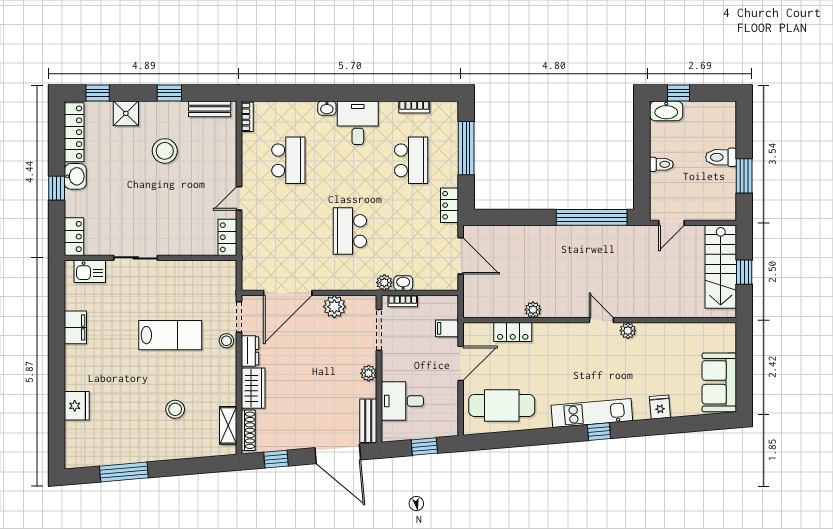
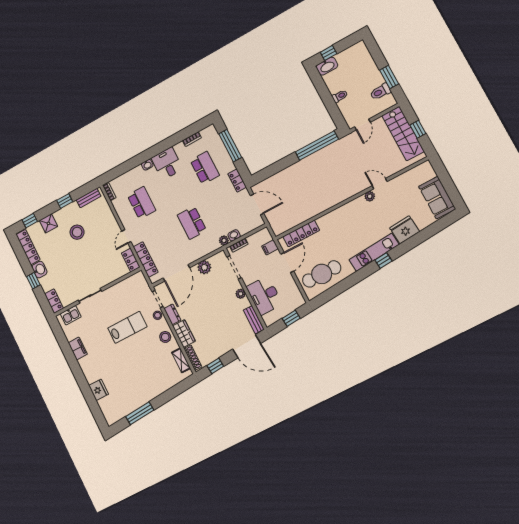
toilet: (721, 157) -> (380, 92), moved
locker: (251, 248) -> (146, 260), added
plant: (533, 310) -> (311, 213), removed
door: (601, 320) -> (380, 184), moved
locker: (513, 332) -> (301, 233), width x1.53
desk: (402, 401) -> (264, 296), width x1.37
fridge: (660, 407) -> (405, 230), width x1.88, depth x1.34
stool: (175, 409) -> (165, 337), moved

